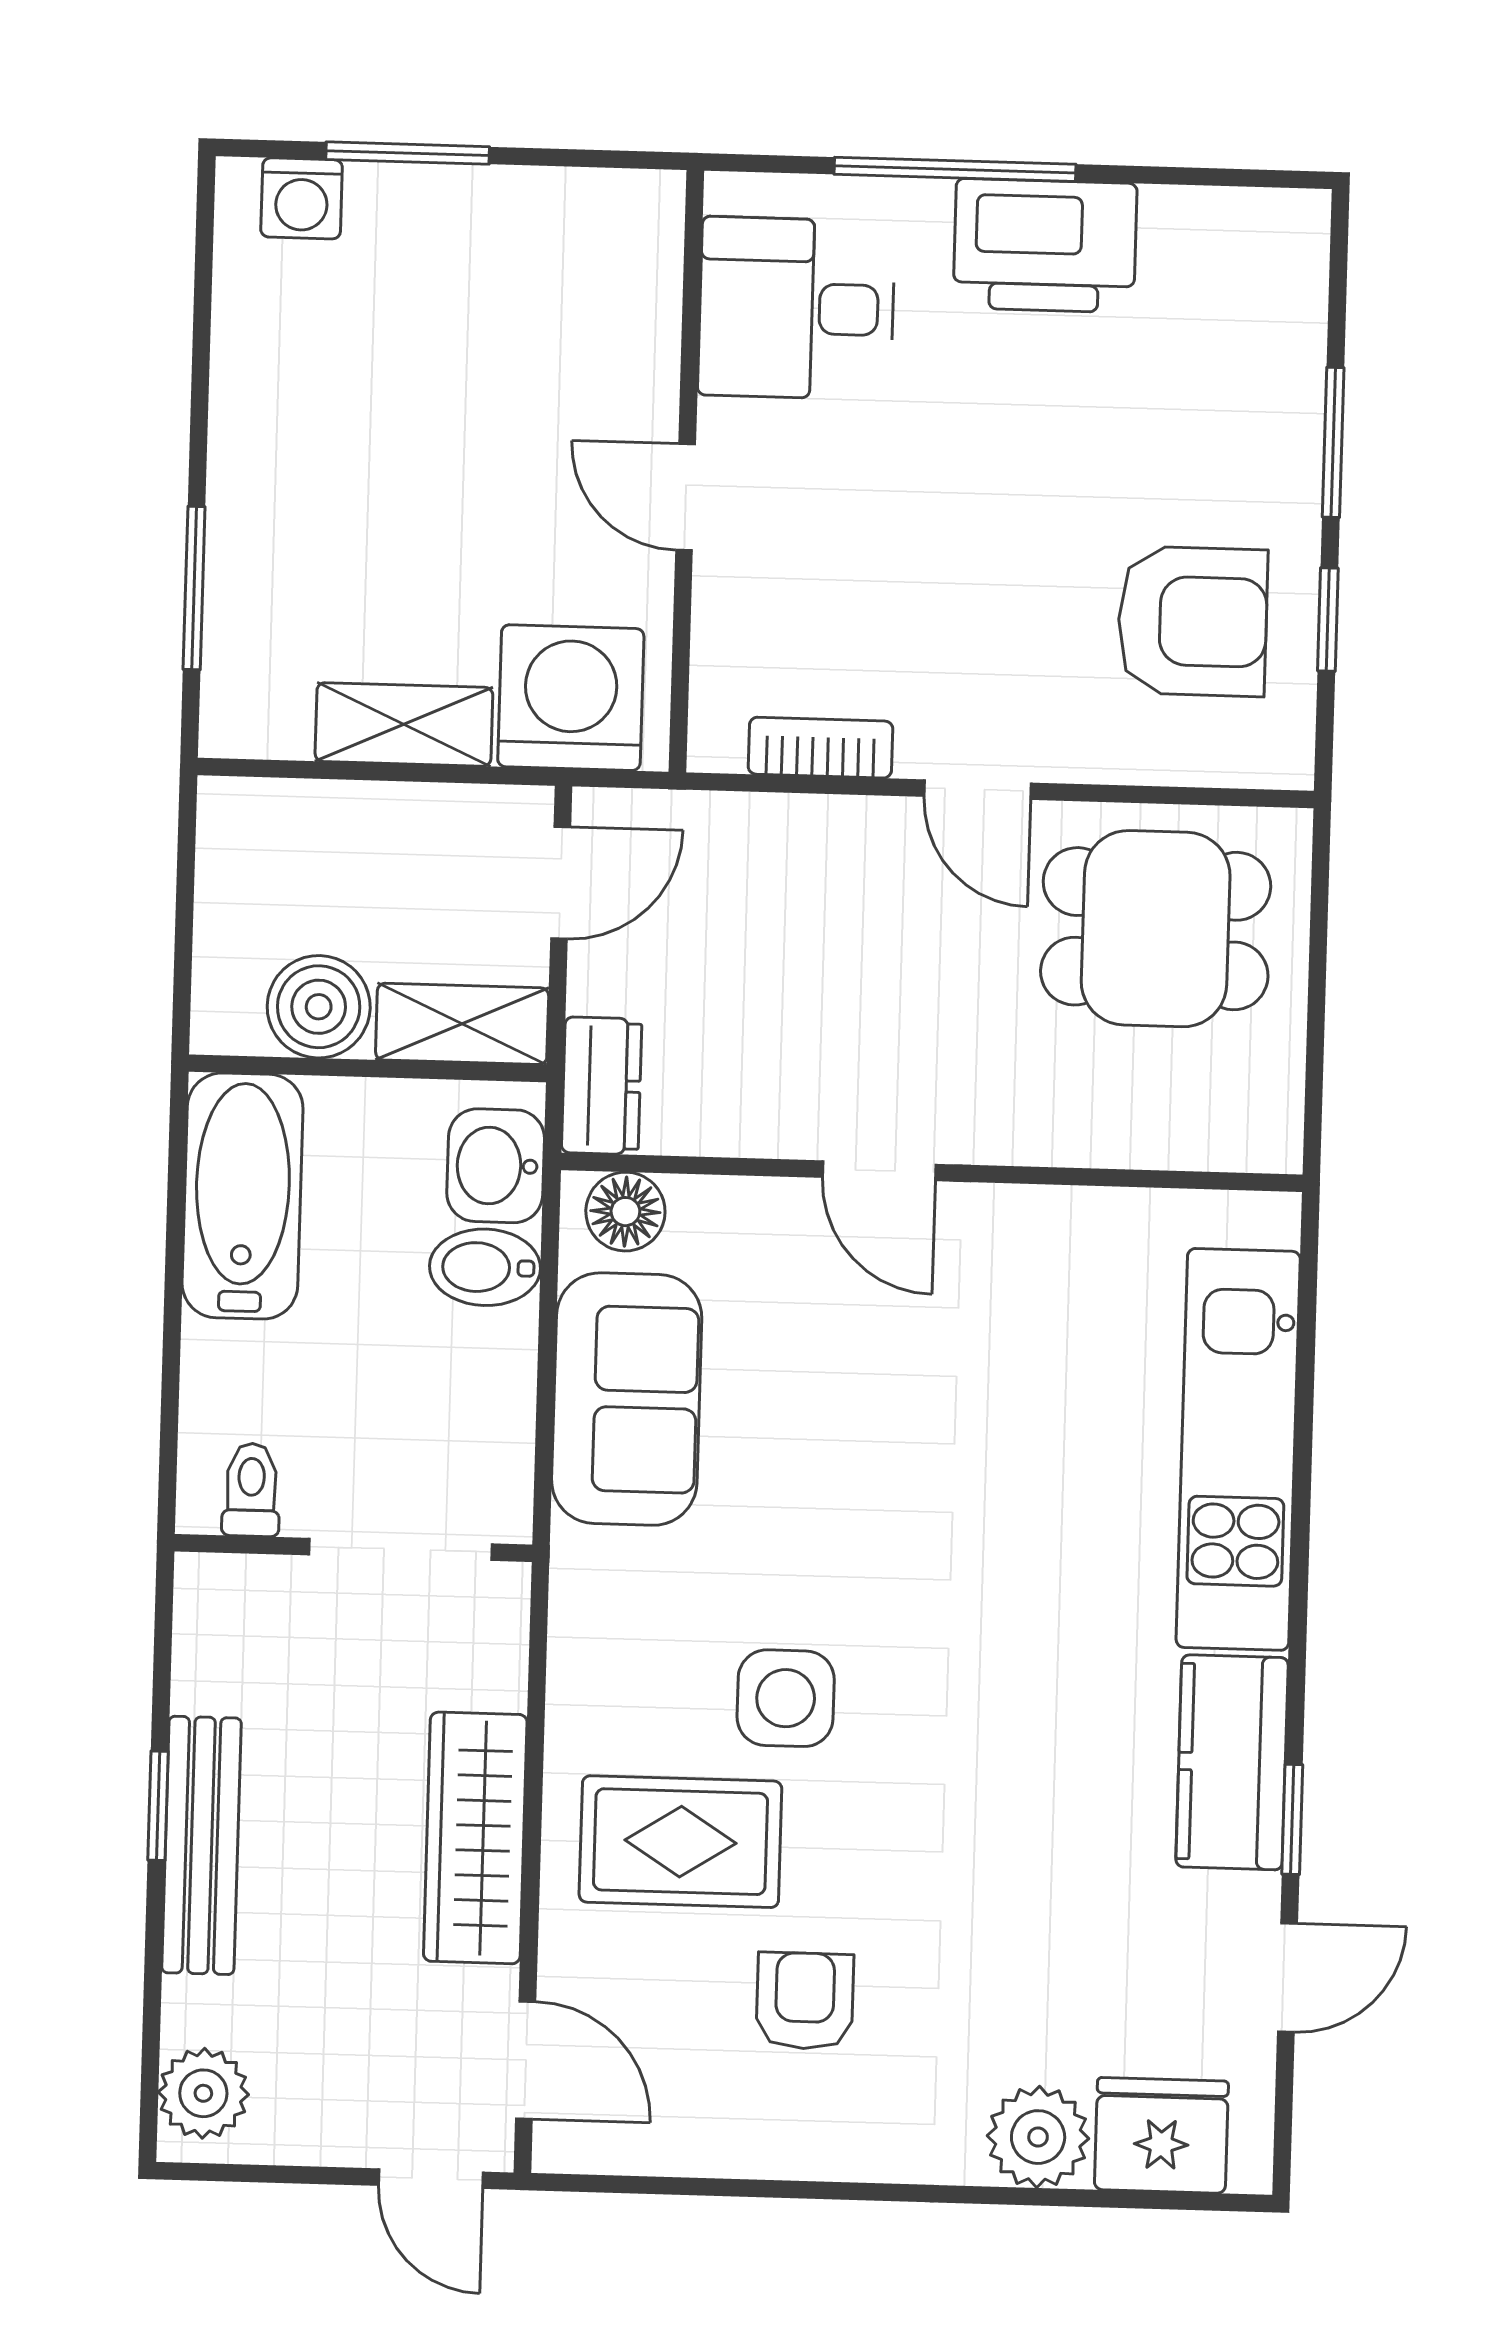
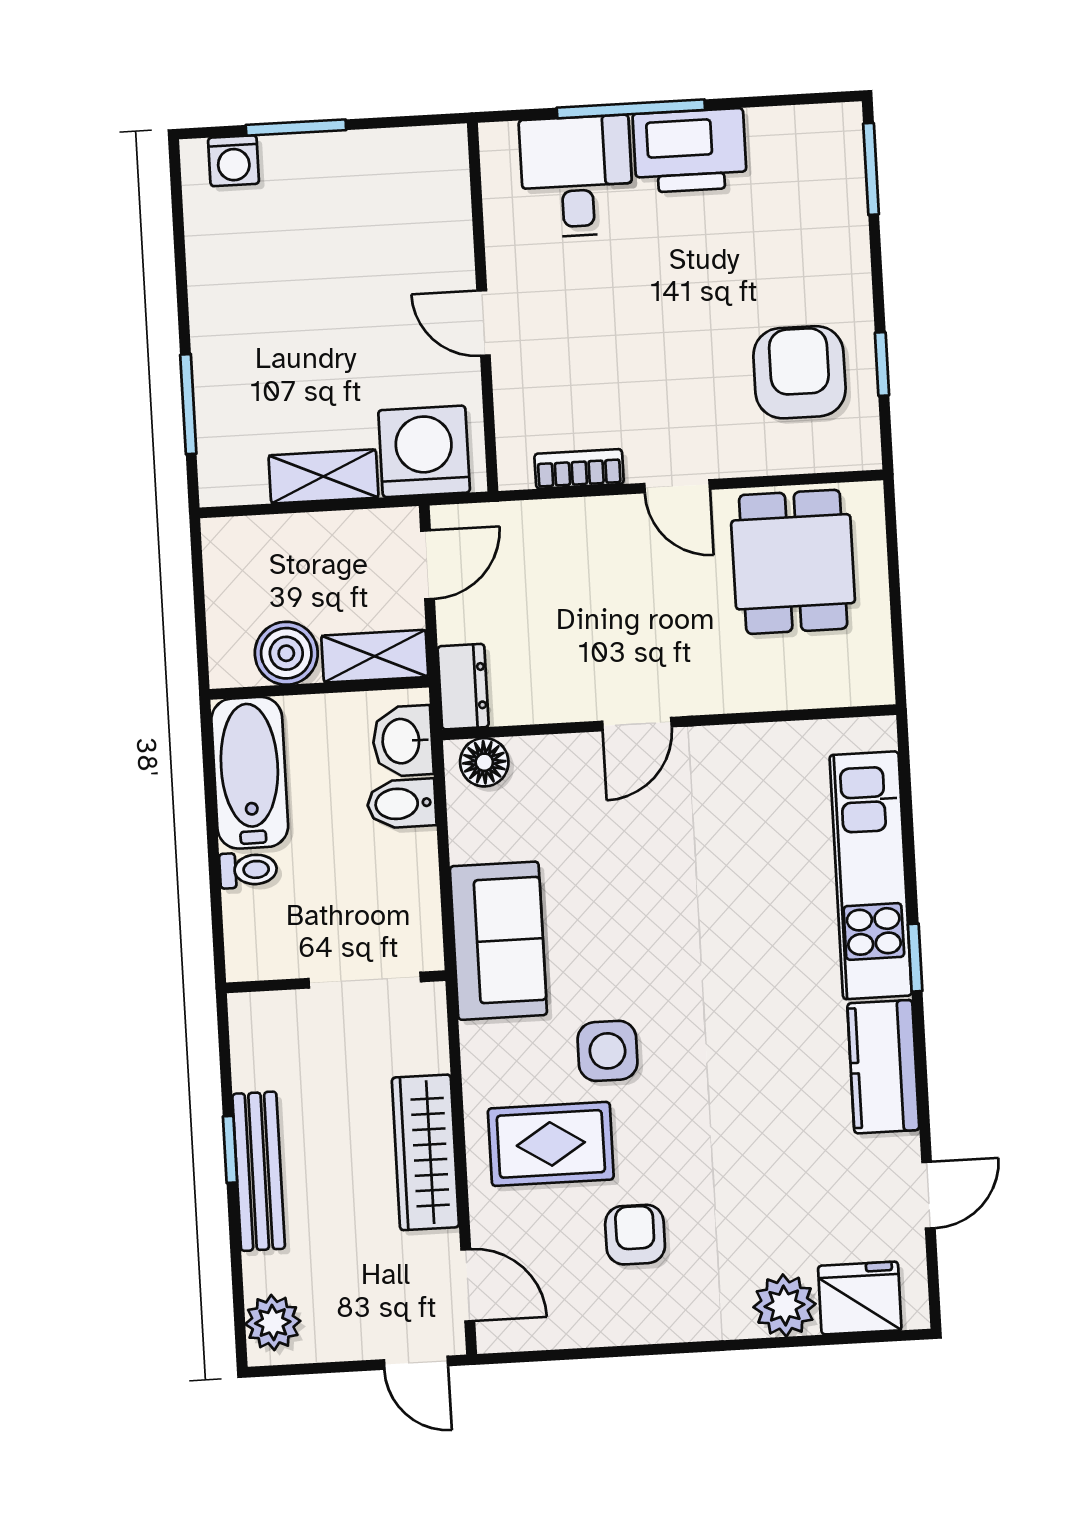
desk: (796, 308) -> (577, 176), moved, turned 90
window: (1333, 442) -> (871, 169), moved
armchair: (1192, 621) -> (799, 372), turned -90
dining table: (1156, 929) -> (793, 562), turned 90
door: (879, 1171) -> (637, 724), hinge flipped
sofa: (627, 1399) -> (498, 941), moved
toilet: (251, 1490) -> (248, 870), moved, turned 90
window: (1292, 1819) -> (915, 958), moved

